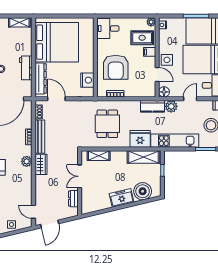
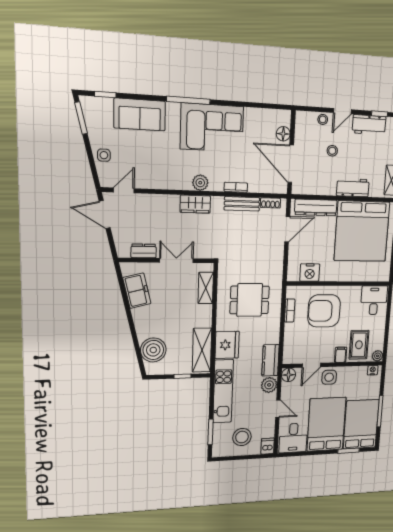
workbench: (26, 68) -> (353, 188), moved
bench: (40, 137) -> (242, 204), width x0.73
freezer: (122, 198) -> (137, 291), moved

